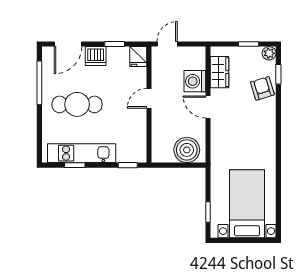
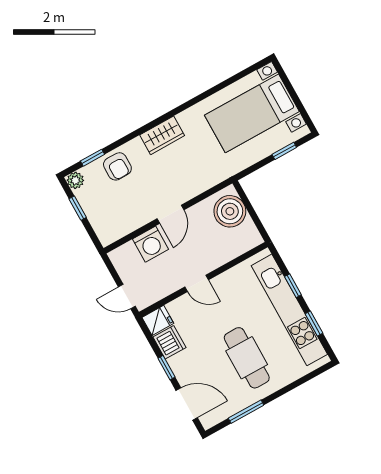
window: (115, 44) -> (166, 368), moved
dishwasher: (96, 56) -> (169, 342), moved
wardrobe: (220, 72) -> (162, 135), moved, turned 180
window: (39, 83) -> (246, 412), width x0.69
armchair: (262, 88) -> (117, 166), turned -73
kitchen unit: (82, 153) -> (289, 310), width x1.36
window: (128, 165) -> (293, 286), moved

